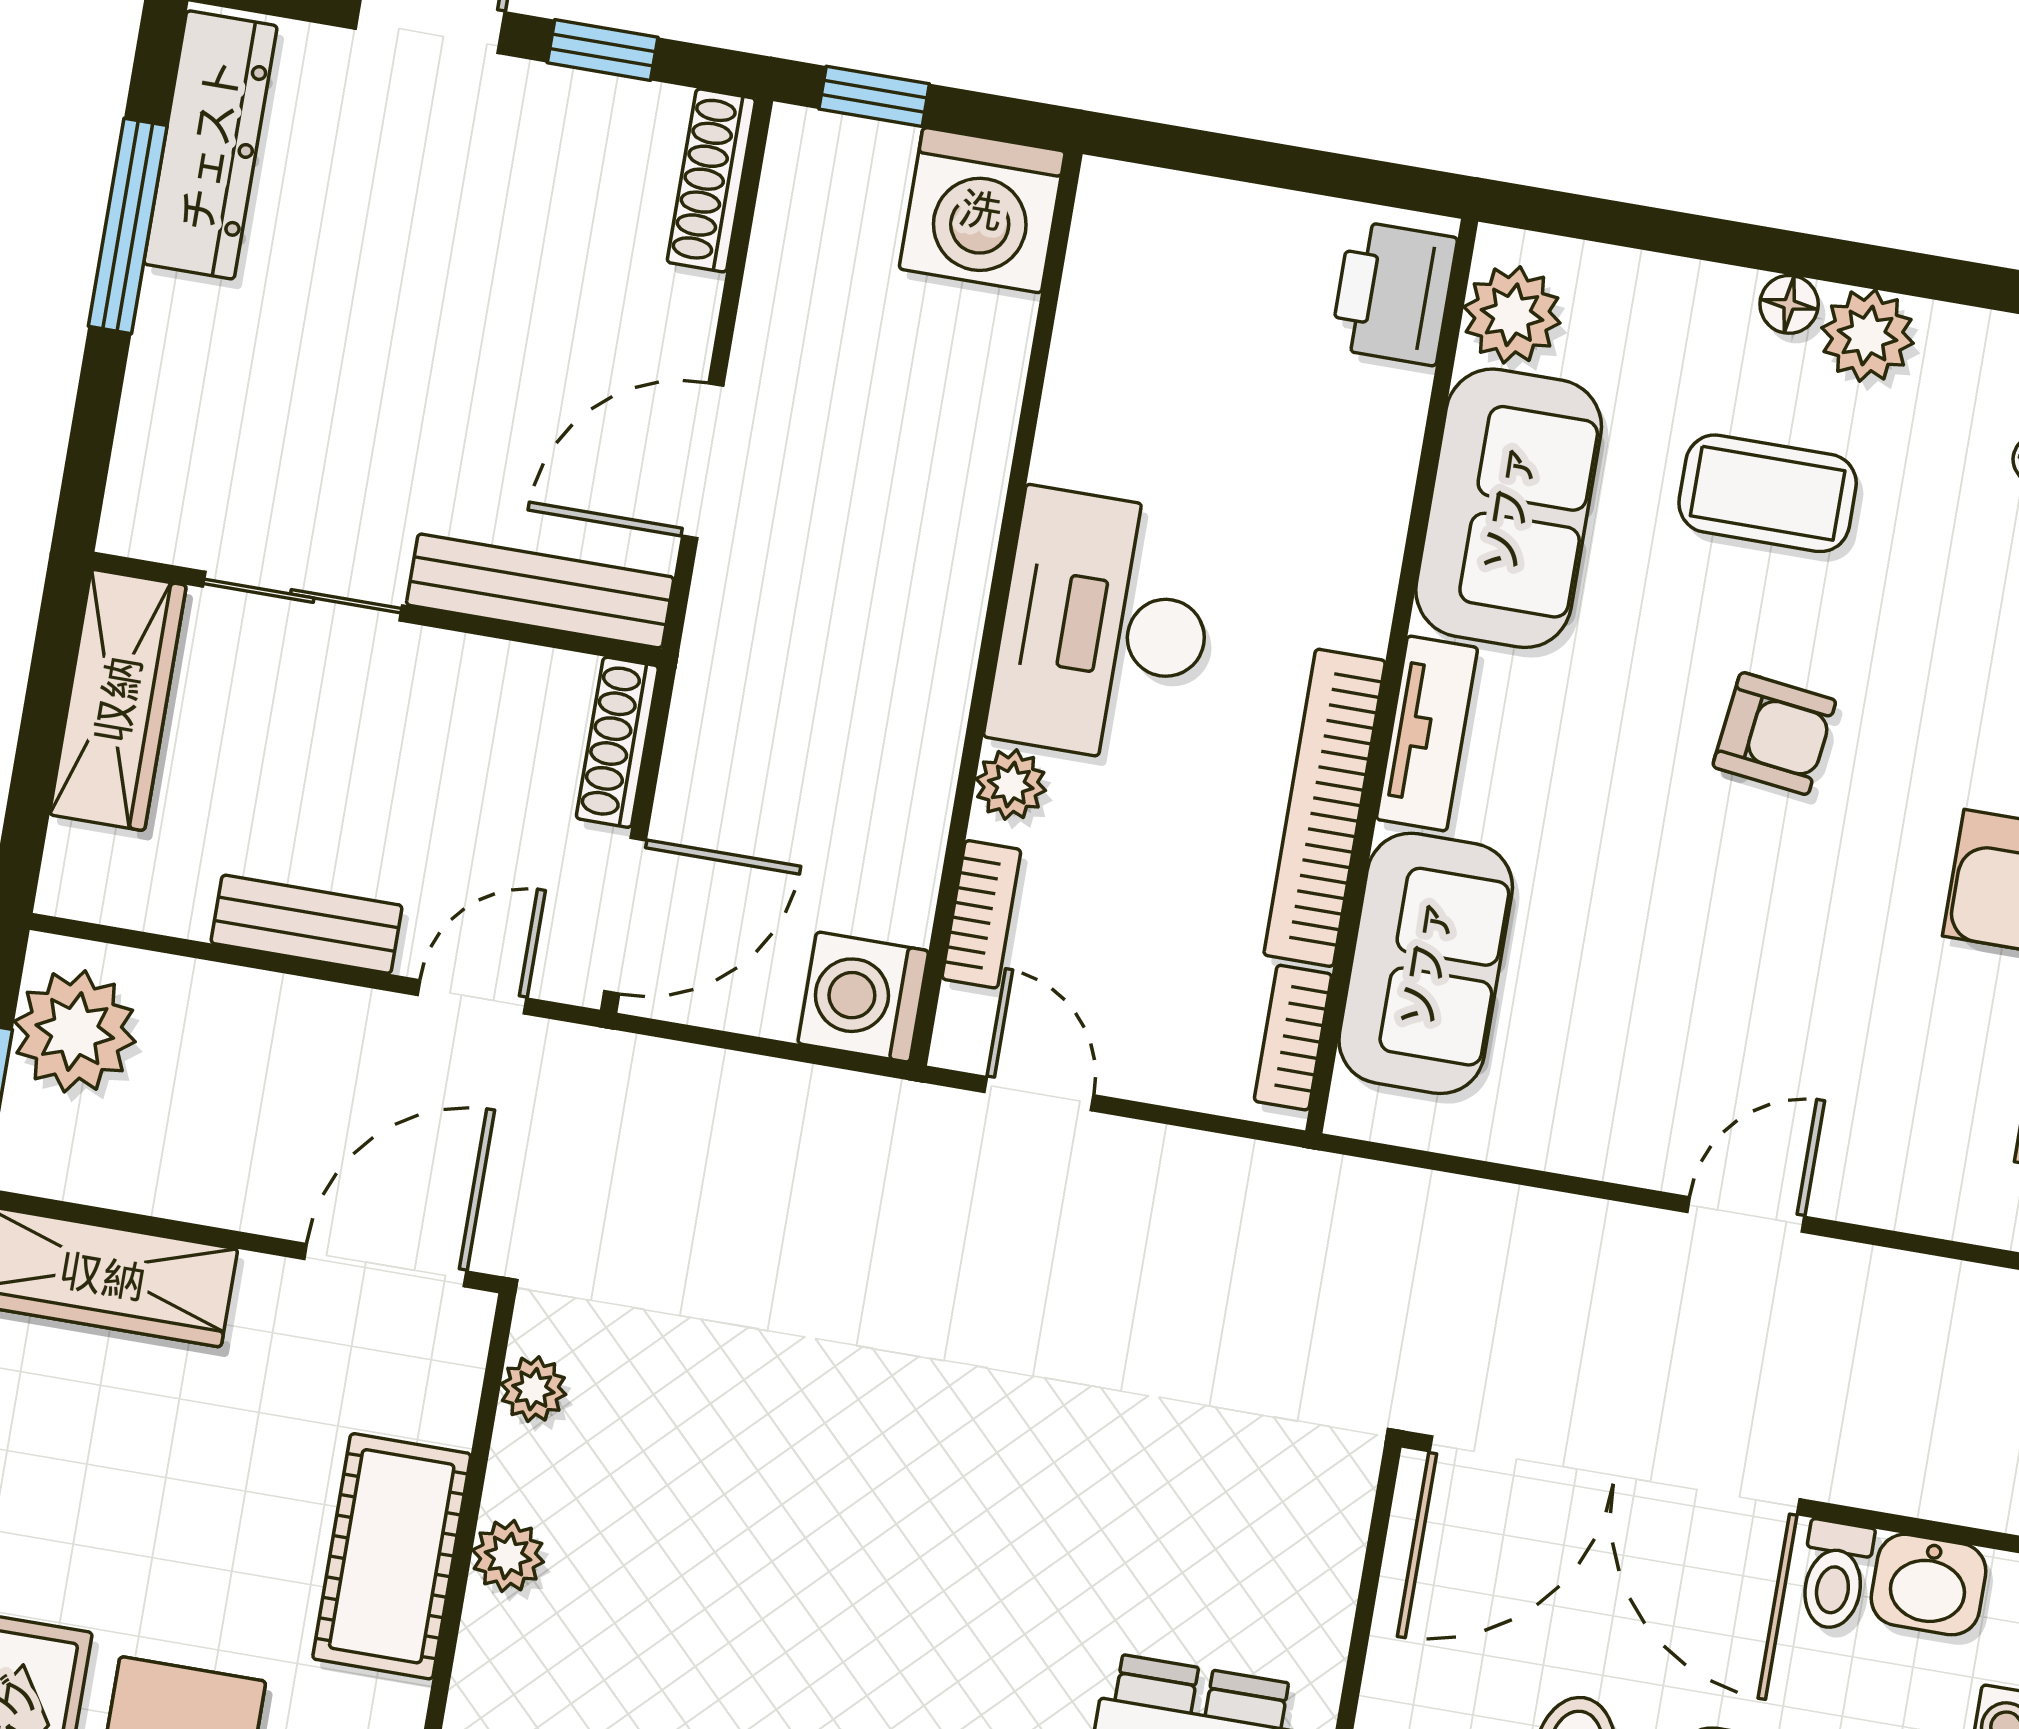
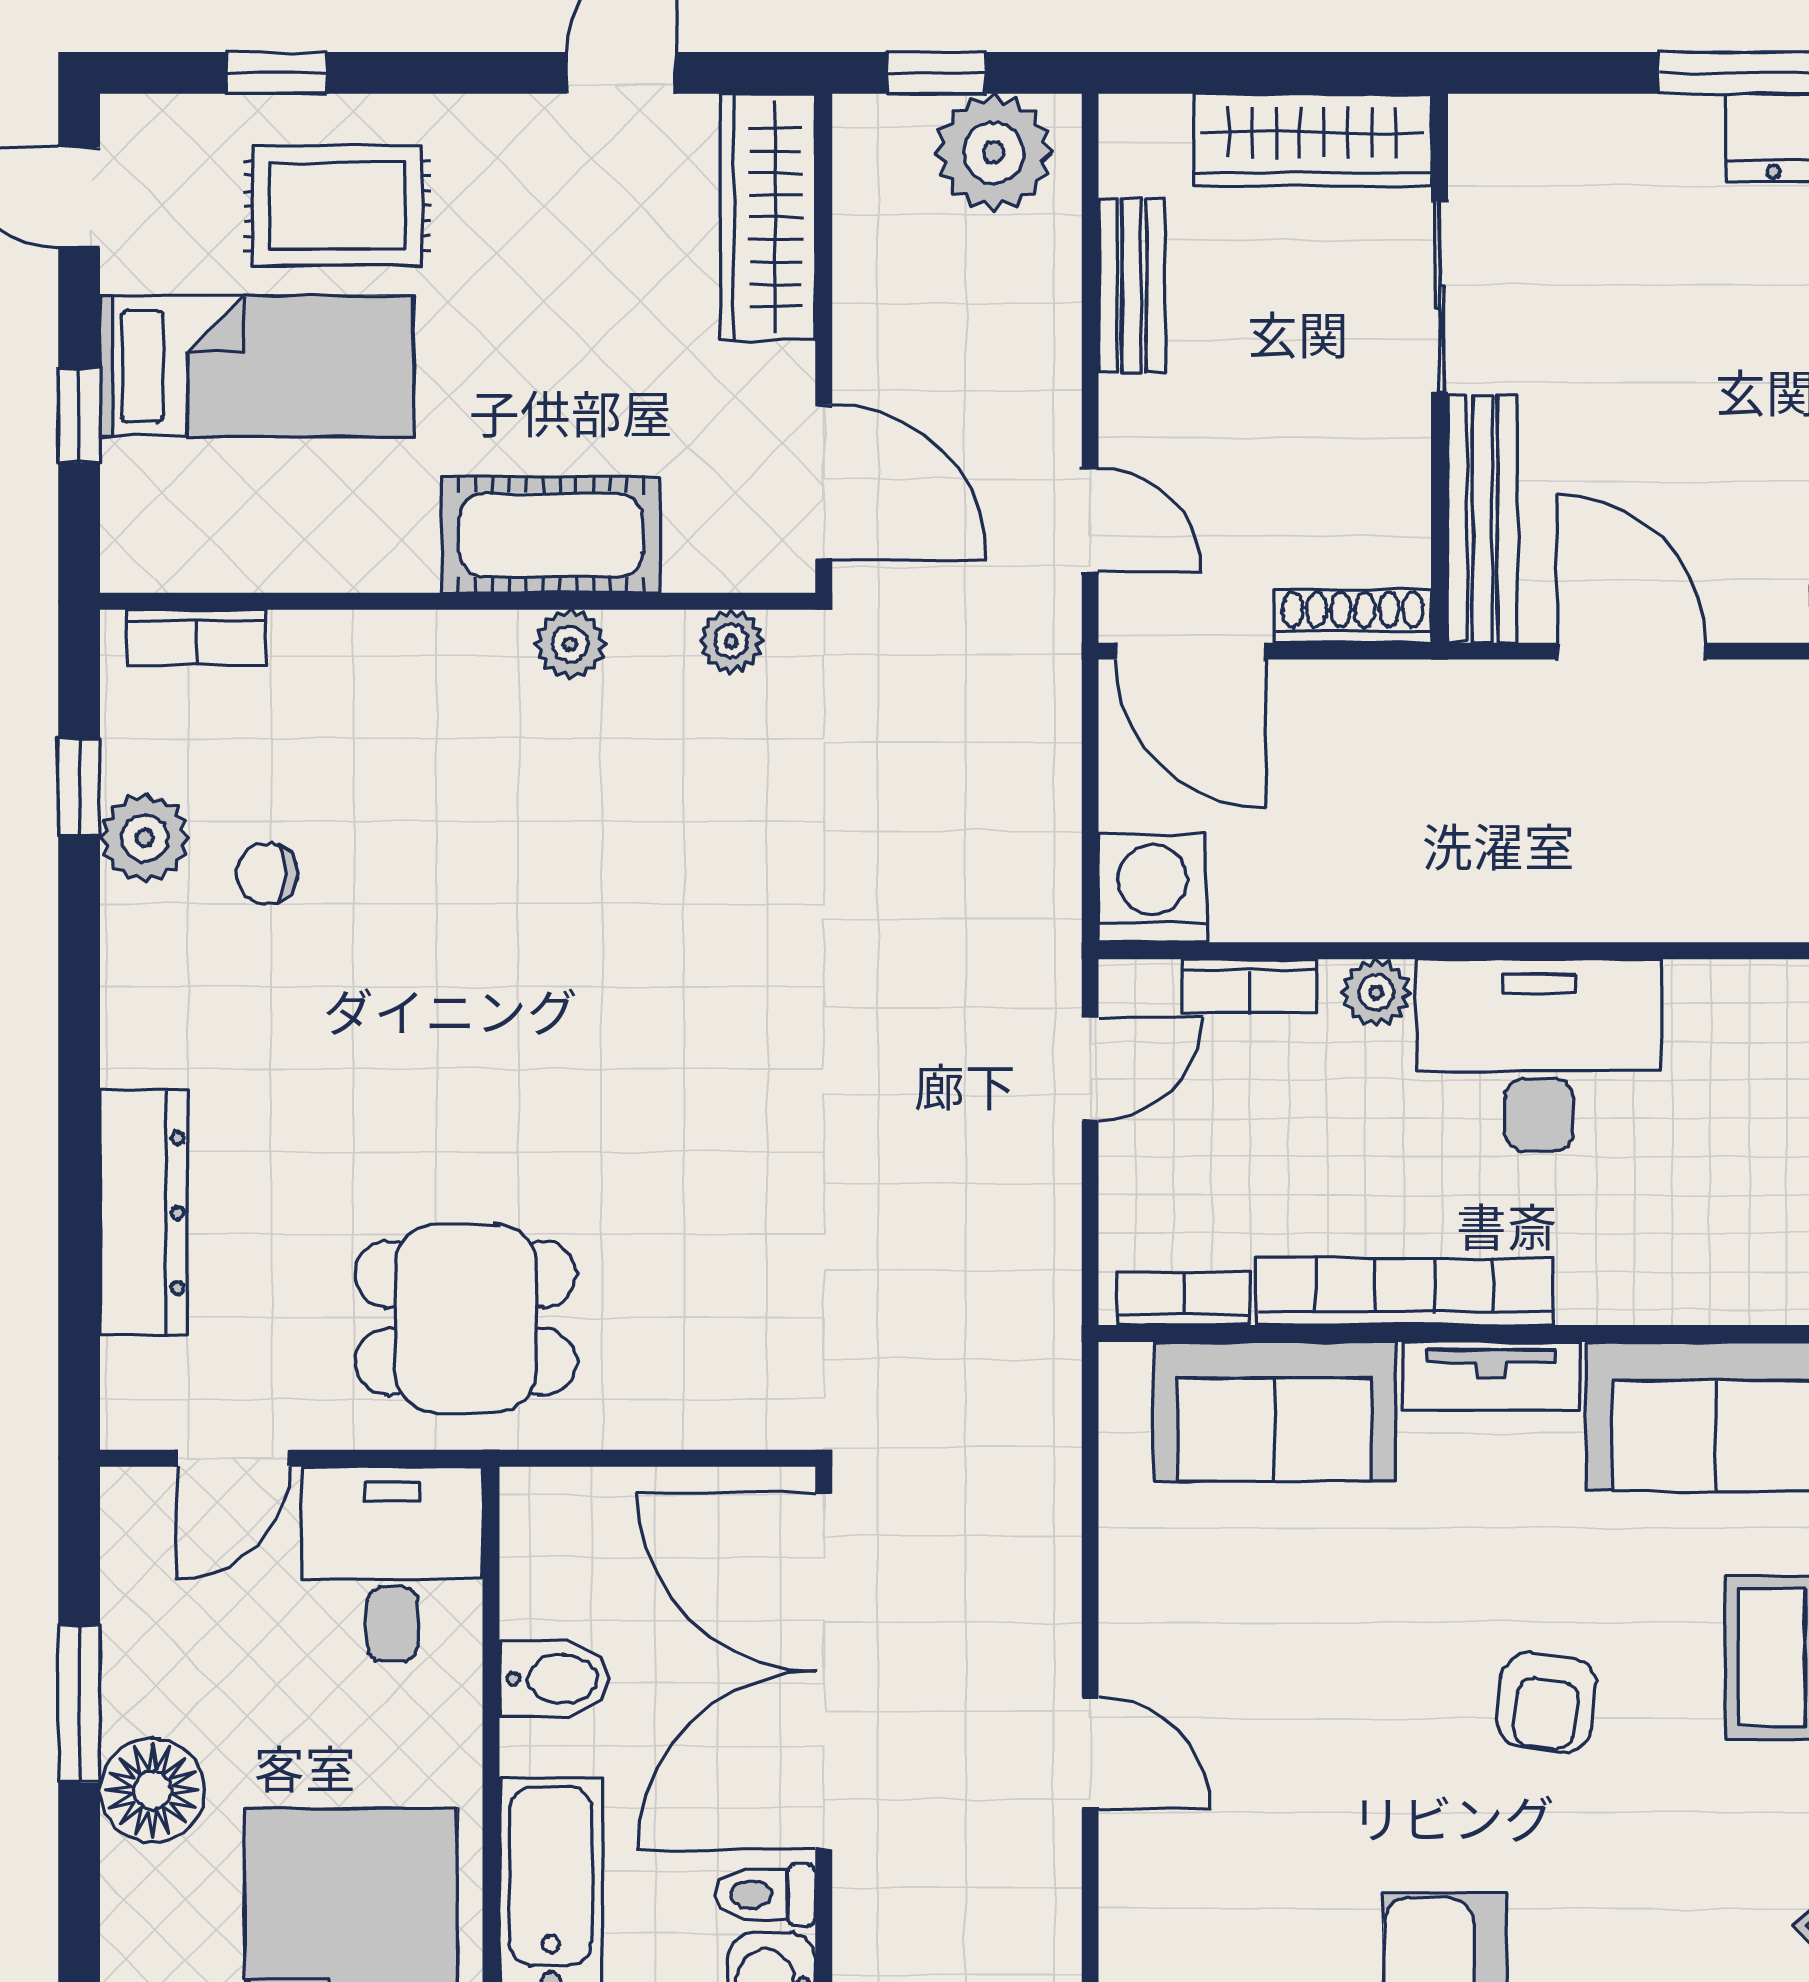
bench: (306, 924) -> (1132, 285), moved

